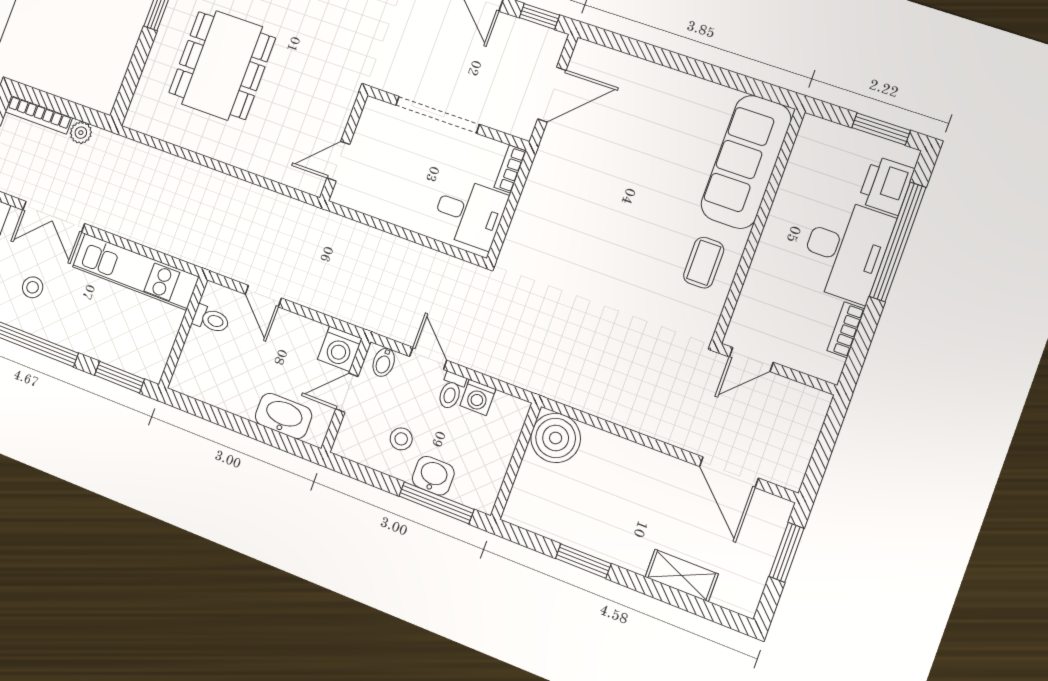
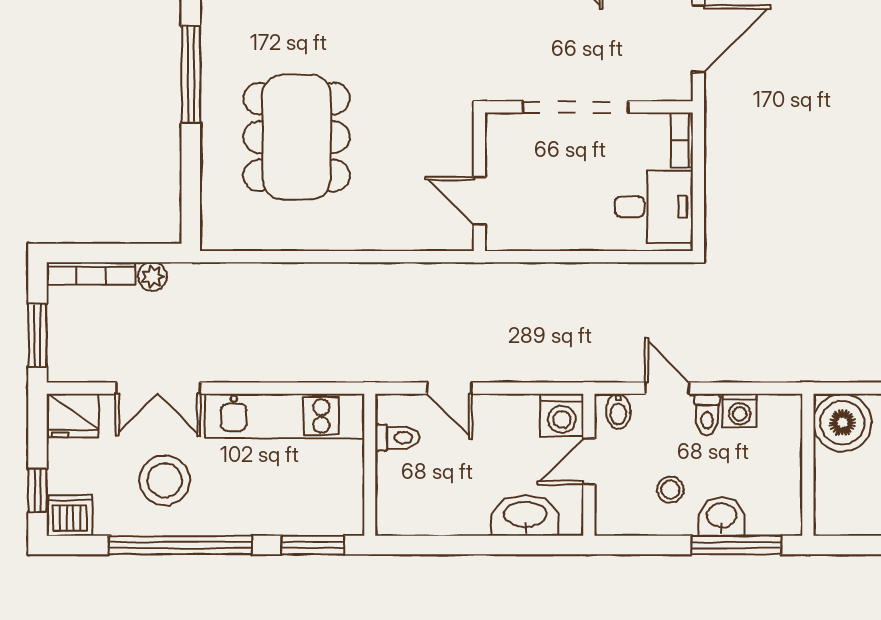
door: (338, 161) -> (479, 201), hinge flipped
stool: (33, 287) -> (165, 480), width x1.89, depth x1.89

